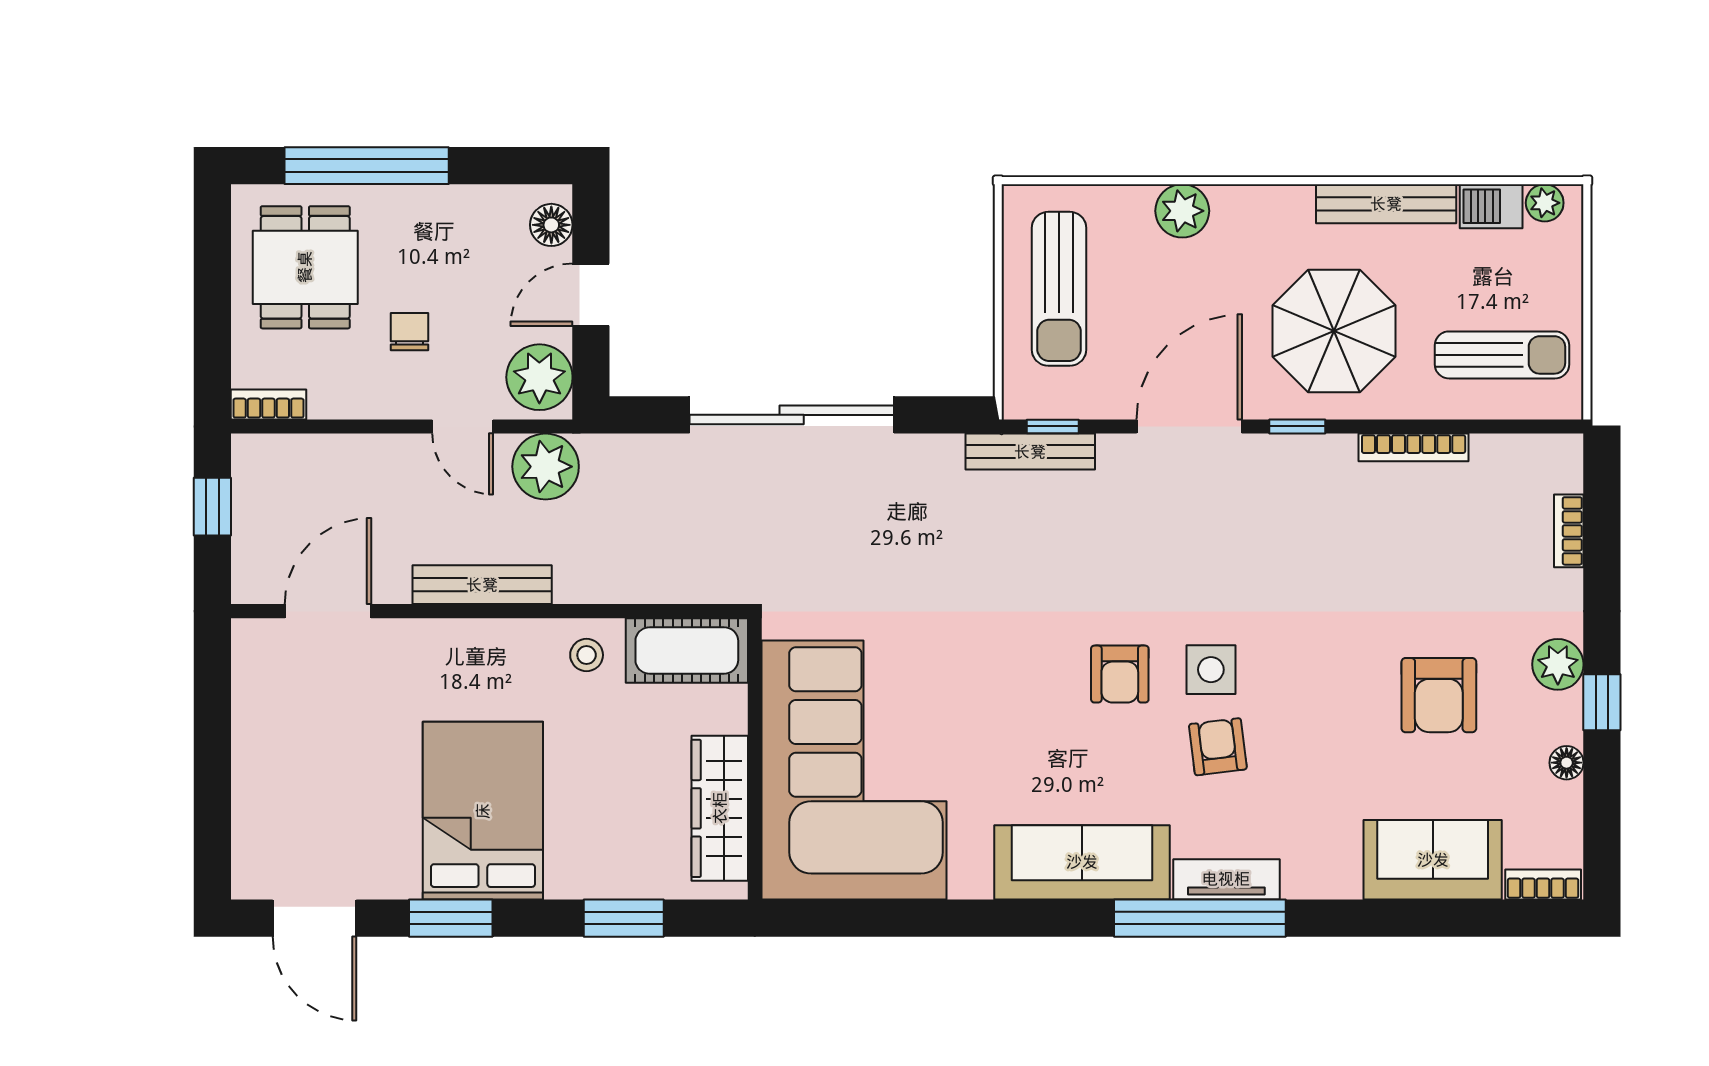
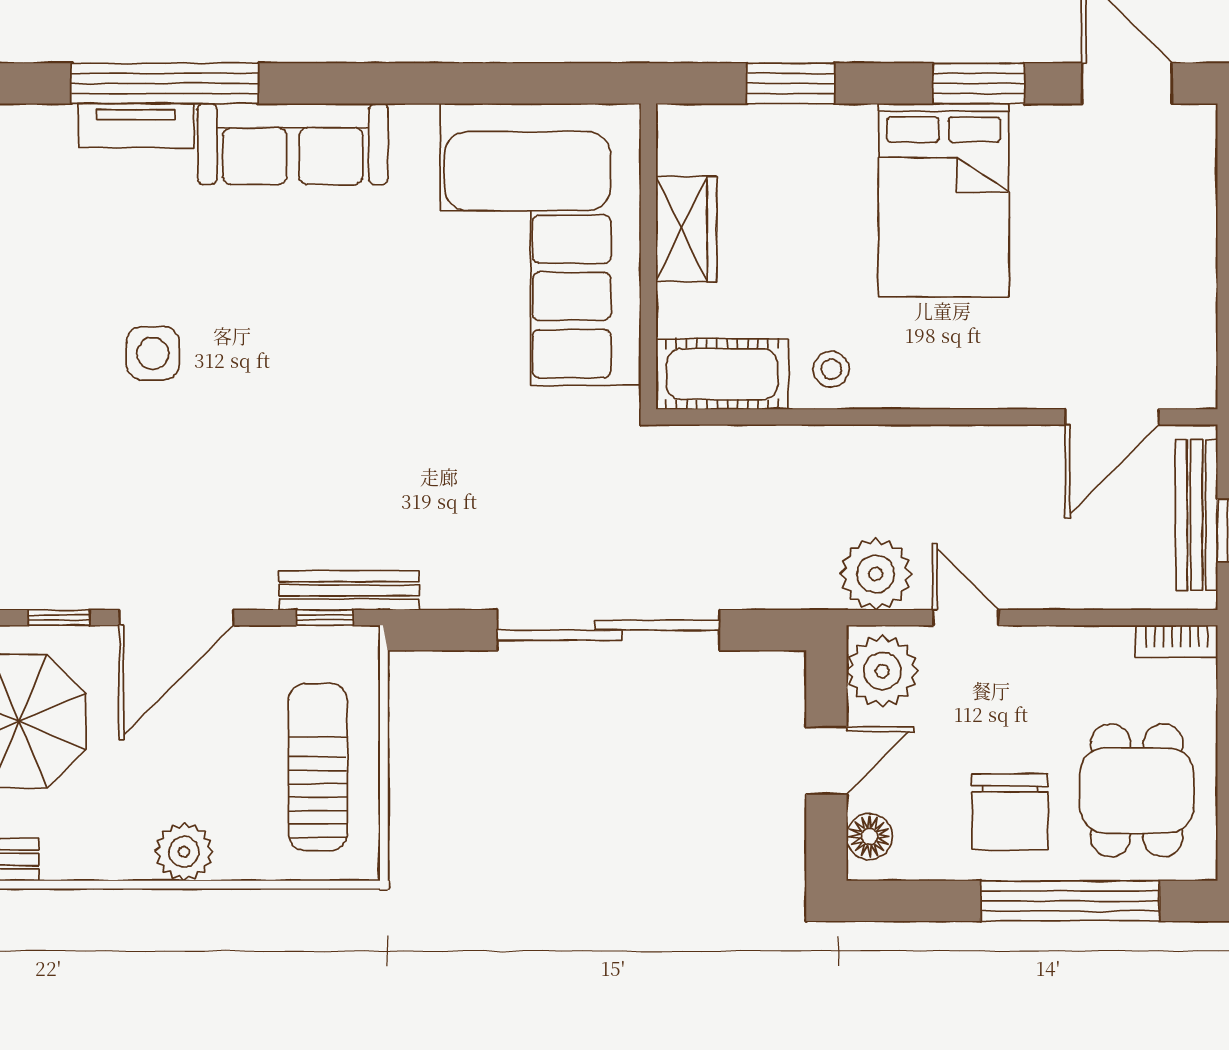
chair: (410, 332) -> (1010, 812), moved, width x1.87, depth x1.87
bench: (482, 585) -> (1196, 515), moved, turned 90
armchair: (1120, 674) -> (252, 349), removed
armchair: (1218, 747) -> (145, 270), removed
wardrobe: (720, 808) -> (686, 229), width x0.67

